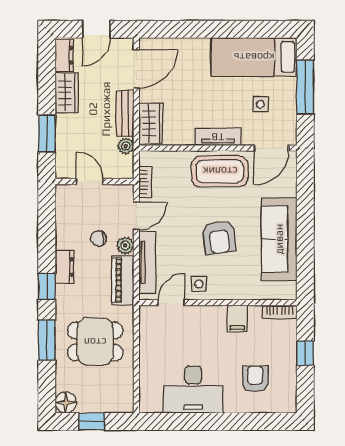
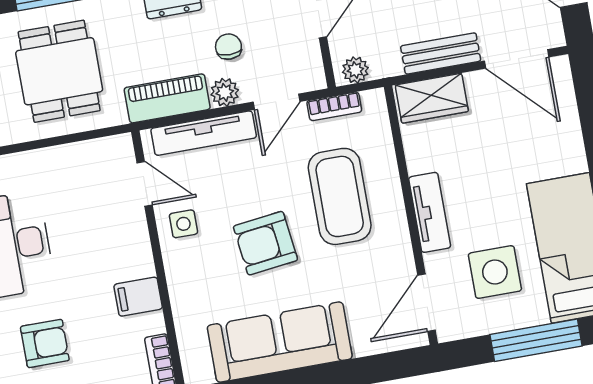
side table: (260, 104) -> (495, 272), width x1.87, depth x1.87
plant: (126, 146) -> (355, 70), moved
door: (271, 148) -> (427, 303), hinge flipped
coffee table: (220, 171) -> (340, 196), moved
door: (136, 216) -> (276, 102), hinge flipped

